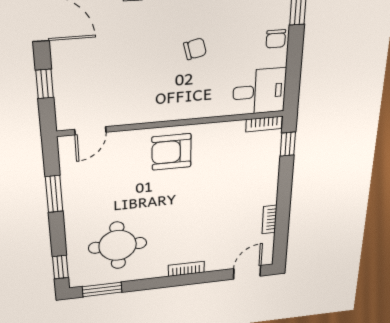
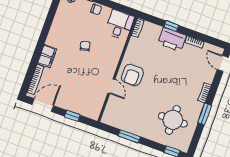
door: (90, 131) -> (111, 86), moved
window: (288, 144) -> (171, 26), moved
printer: (262, 185) -> (172, 39), added
window: (102, 289) -> (205, 114), moved

